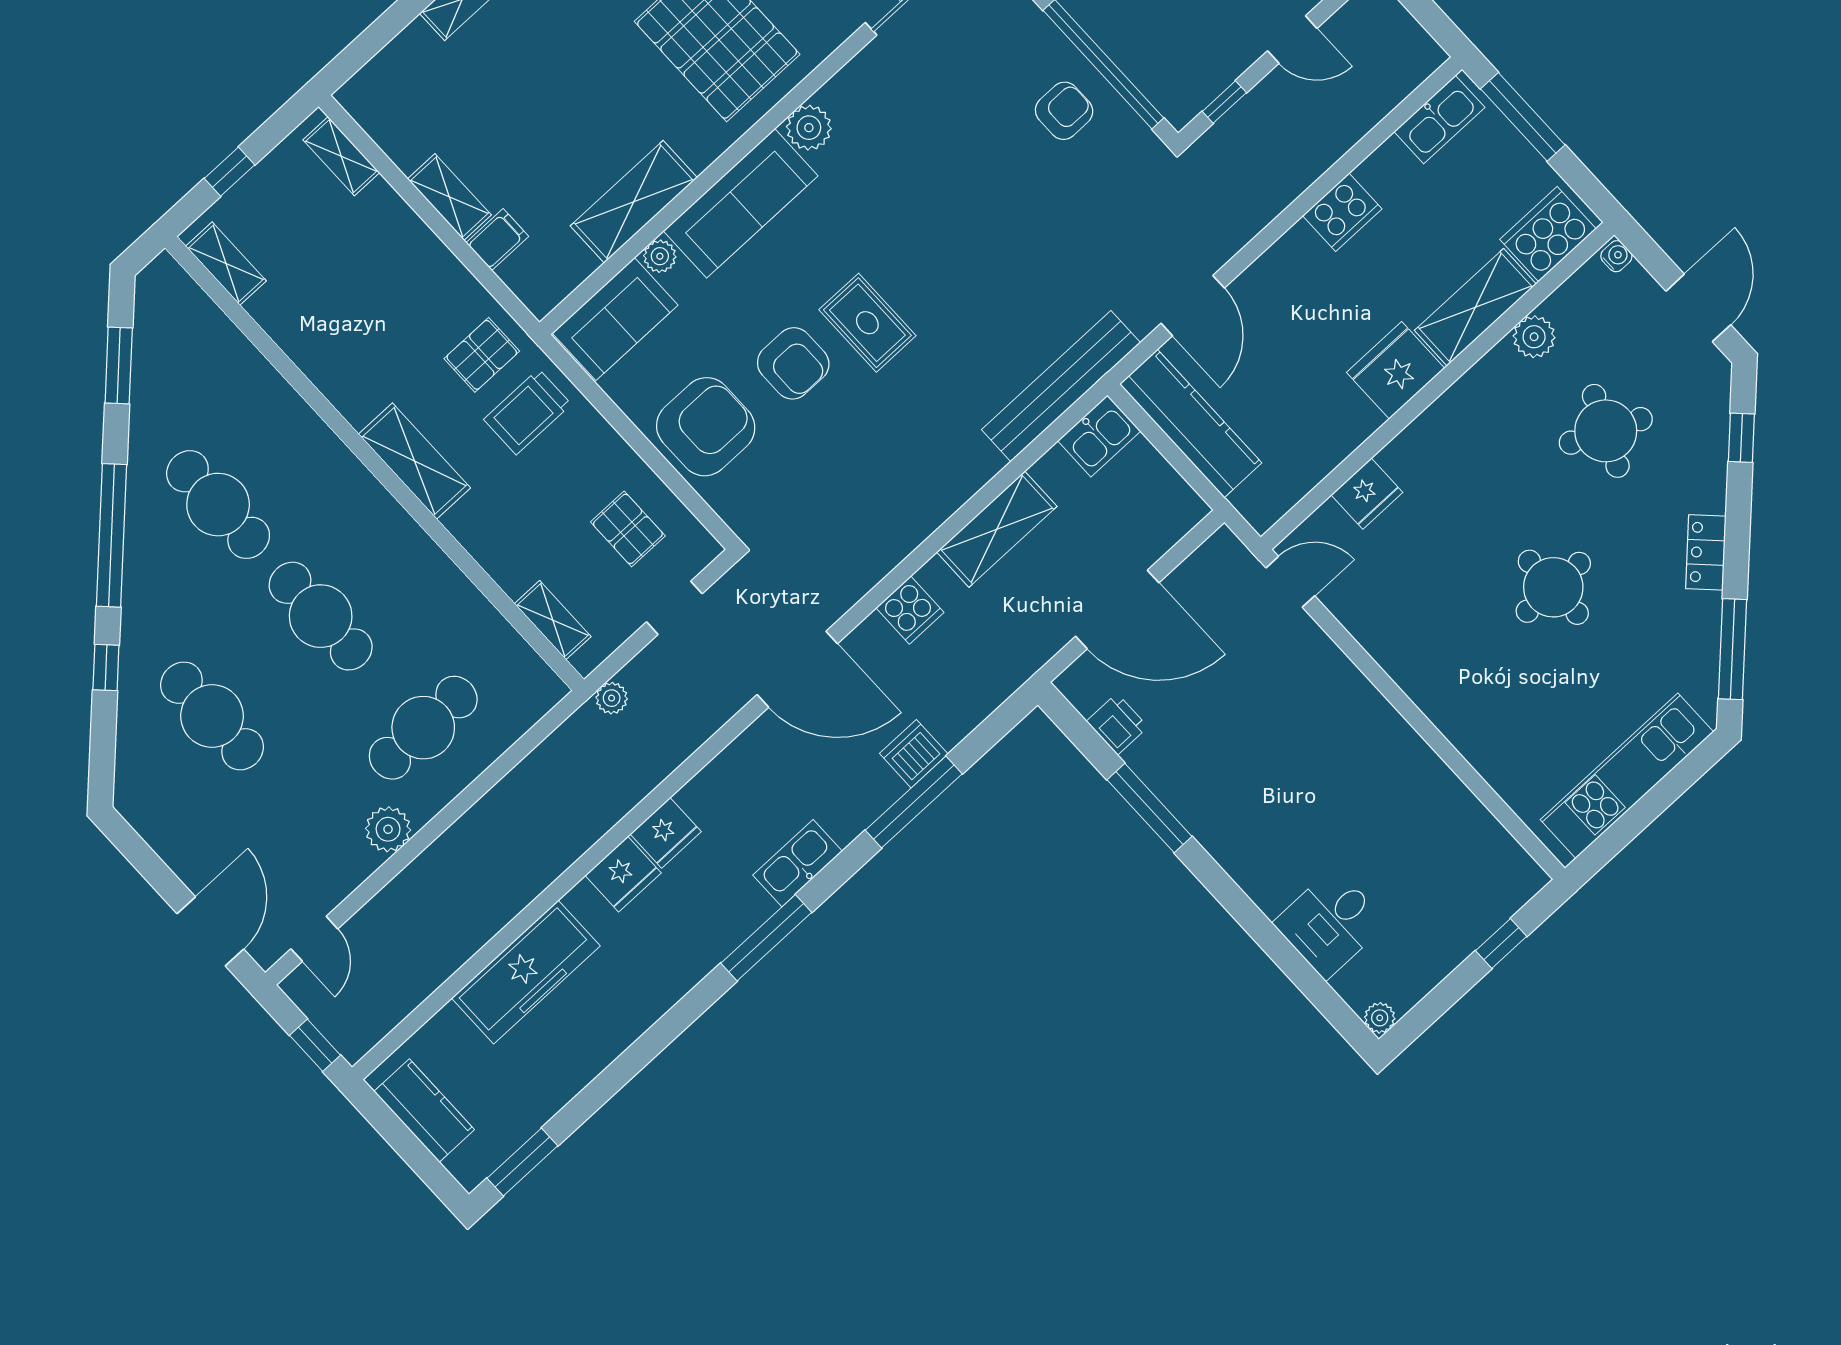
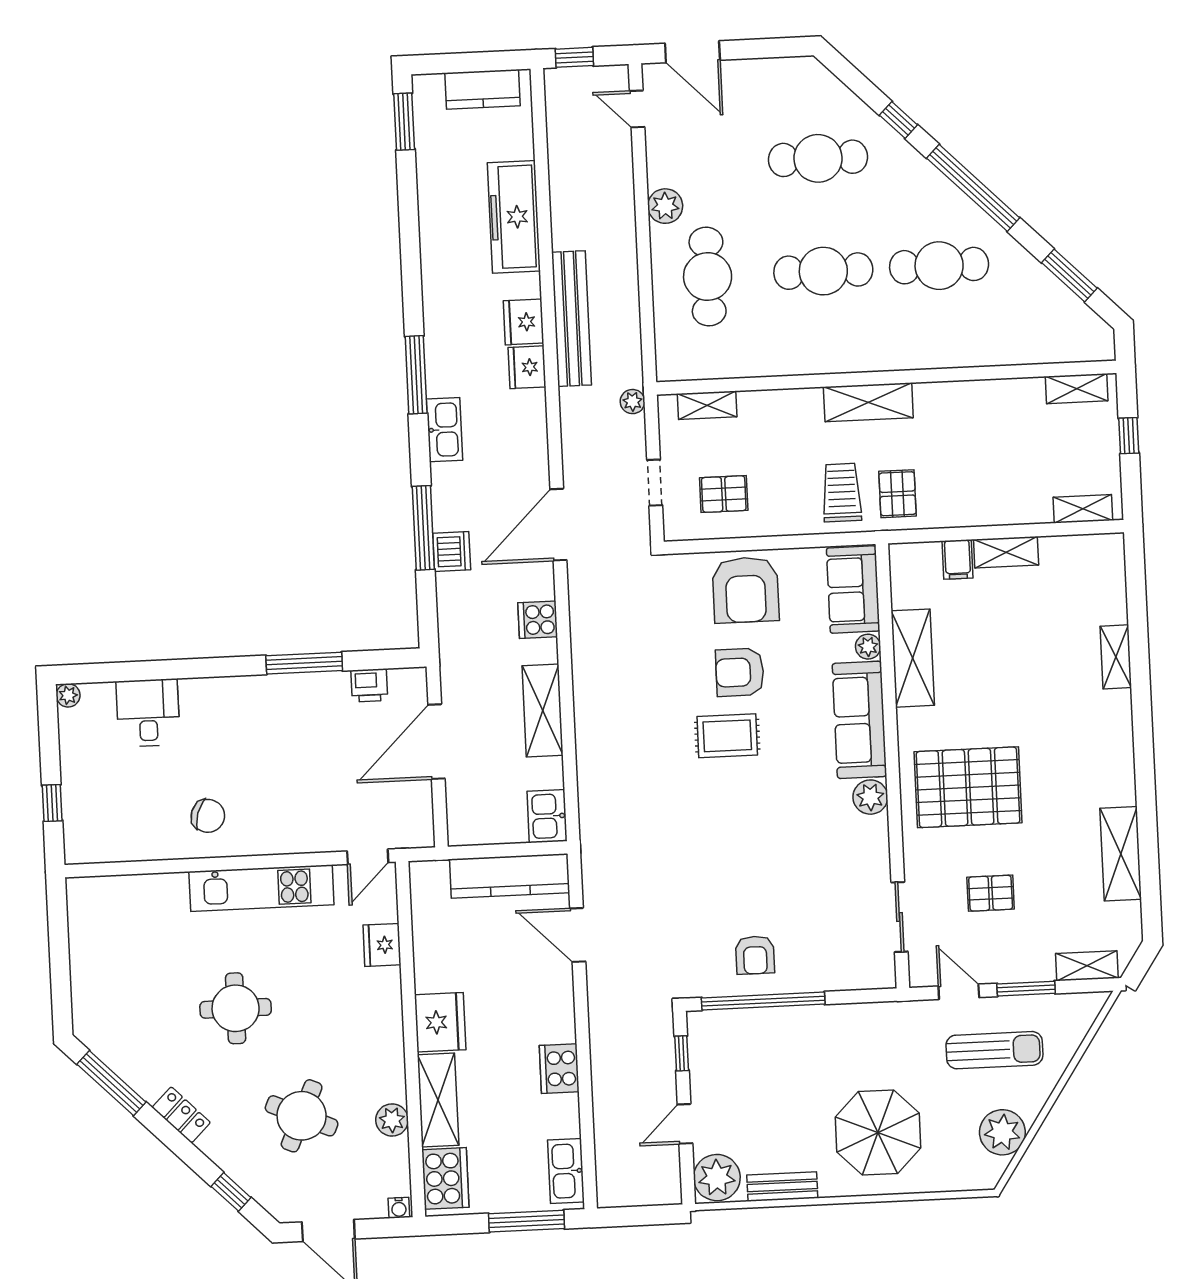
bench: (1061, 386) -> (572, 319), moved
kitchen unit: (1627, 776) -> (261, 888), moved, turned 90
chair: (1383, 777) -> (208, 816), added

